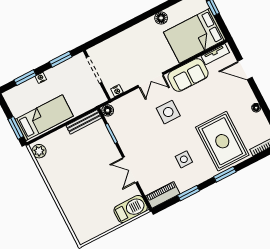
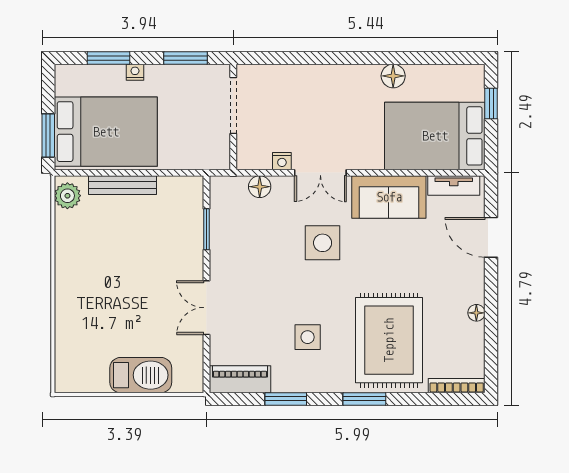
nightstand: (117, 91) -> (282, 161), moved
floor lamp: (108, 110) -> (260, 187), moved
bed: (44, 118) -> (106, 132), width x1.50
bench: (84, 122) -> (122, 185), moved
barbecue: (131, 209) -> (141, 375), moved

